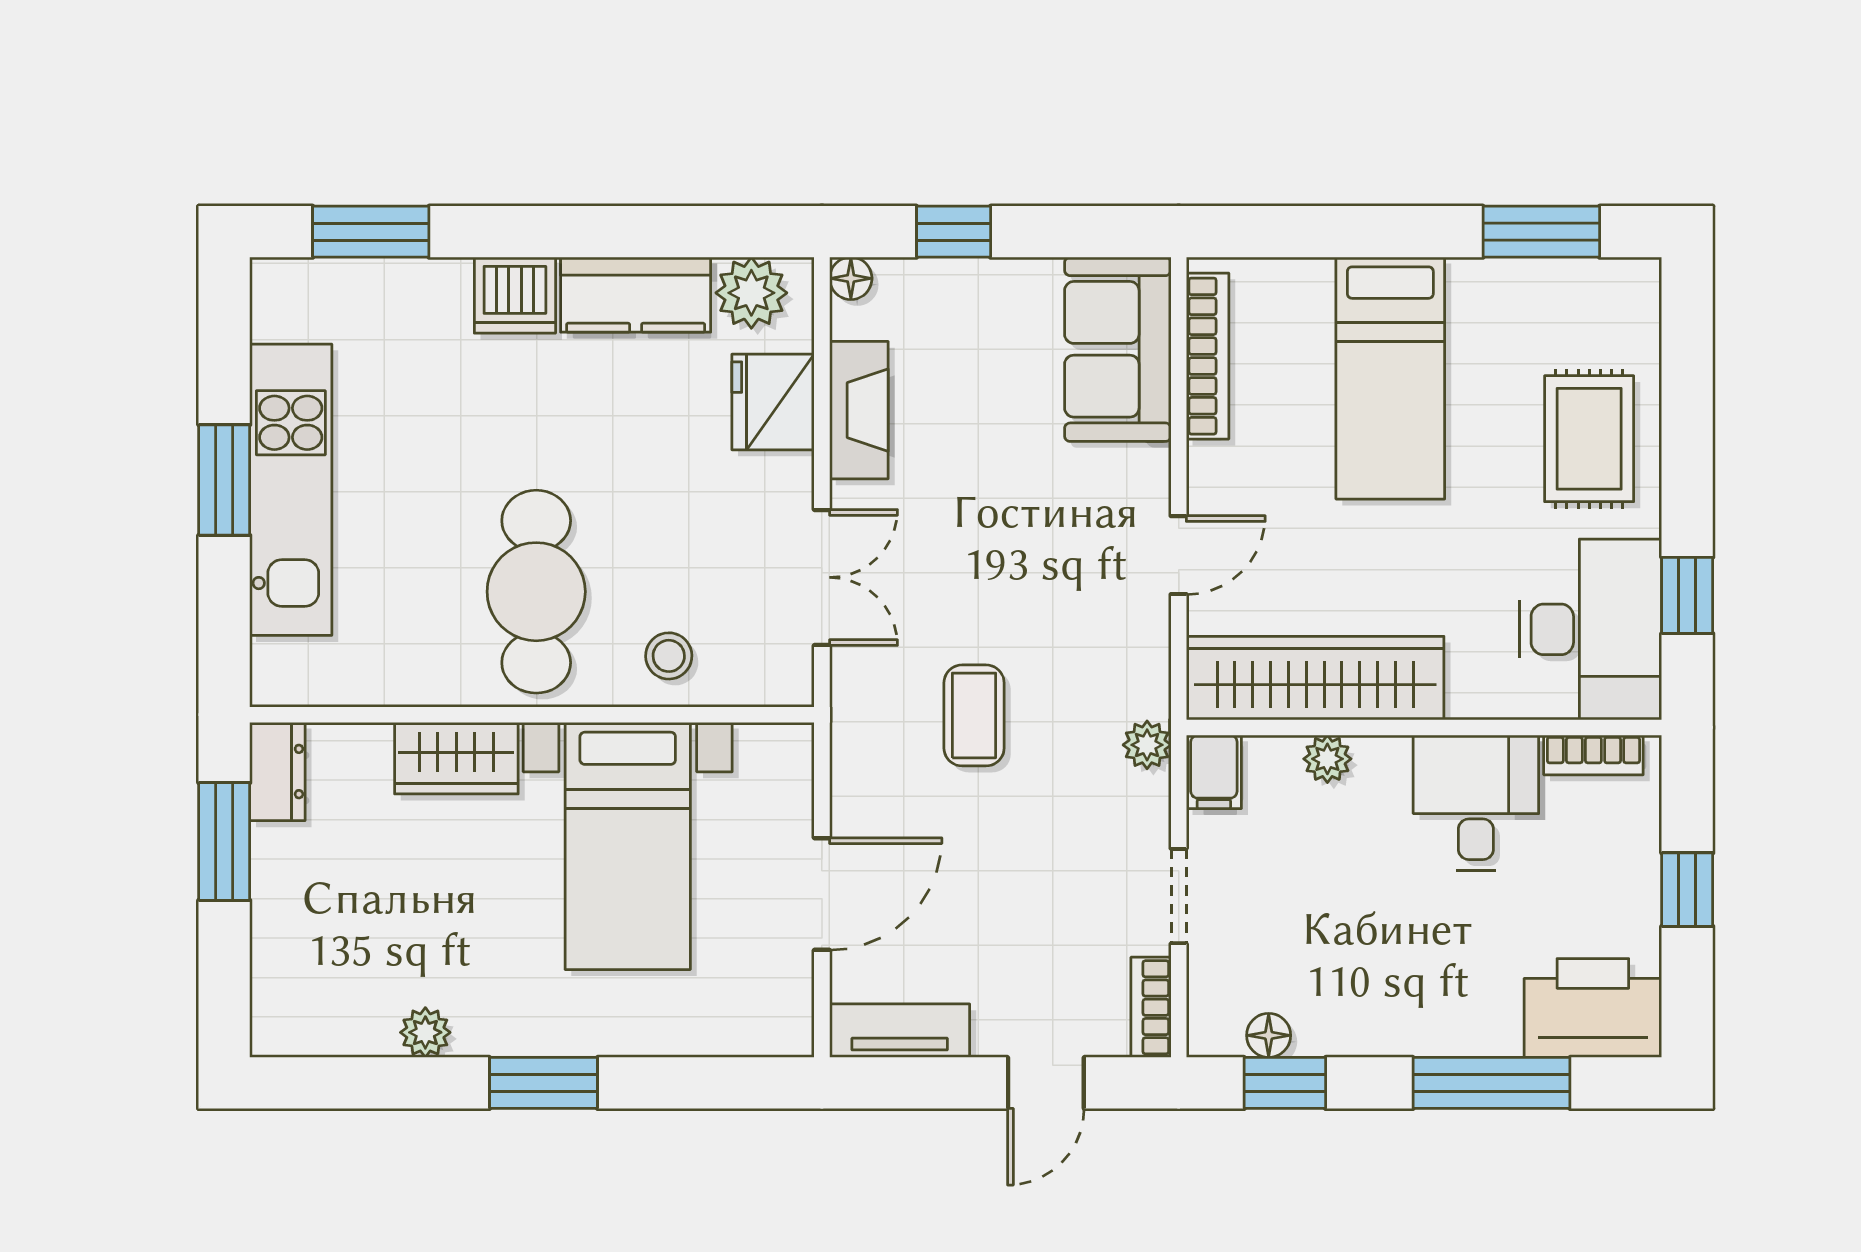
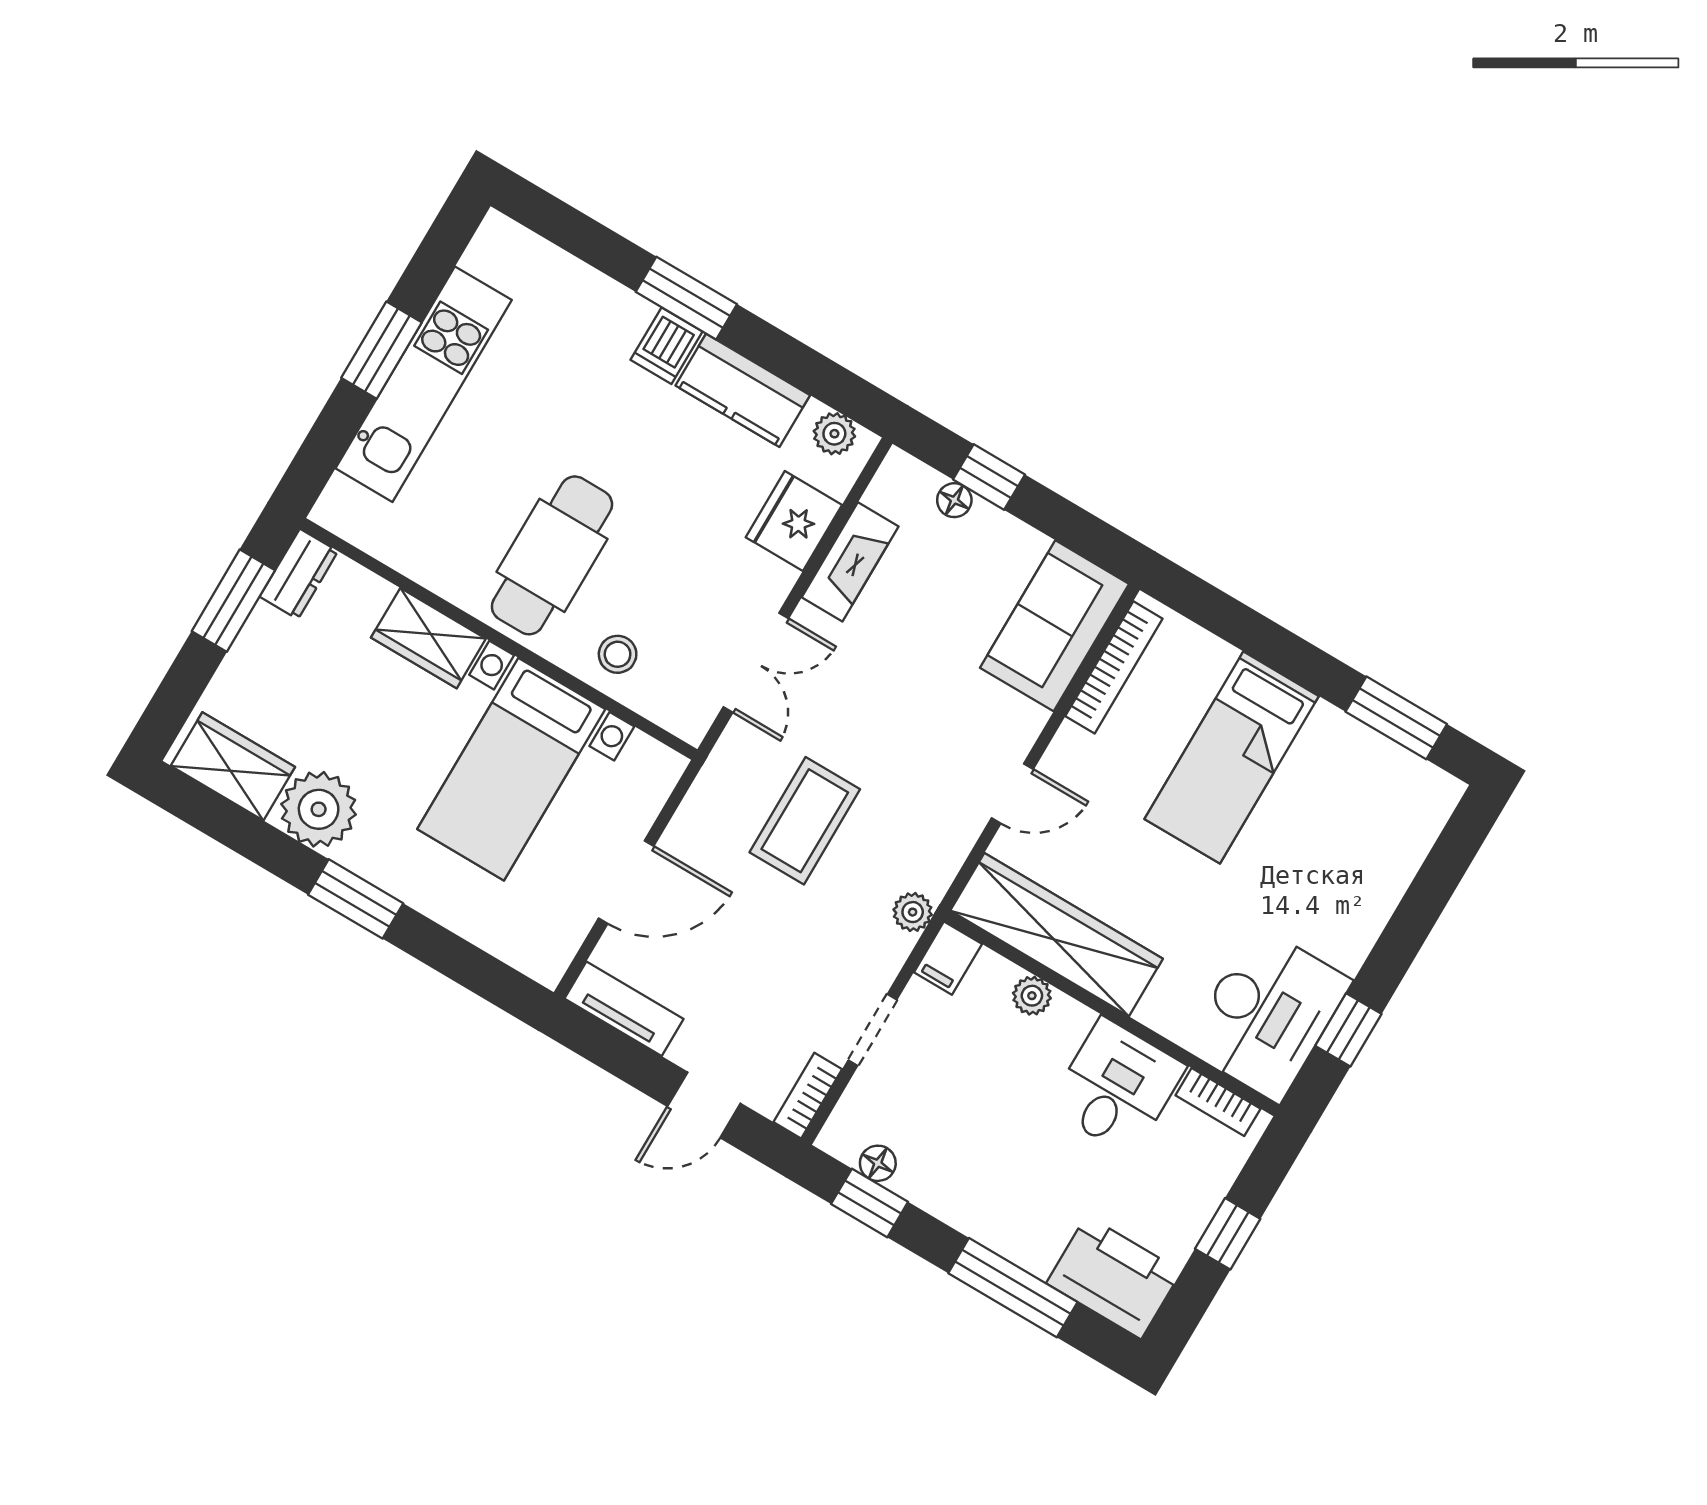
window: (371, 232) -> (686, 298), moved
floor lamp: (851, 278) -> (954, 500), moved
plant: (751, 293) -> (834, 434), width x0.73, depth x0.73
dishwasher: (515, 295) -> (666, 346), width x0.73
rug: (1589, 439) -> (1345, 881), removed
coffee table: (974, 715) -> (805, 821), width x1.36, depth x1.30
wardrobe: (328, 1019) -> (233, 766), added
plant: (425, 1032) -> (319, 809), width x1.88, depth x1.88

